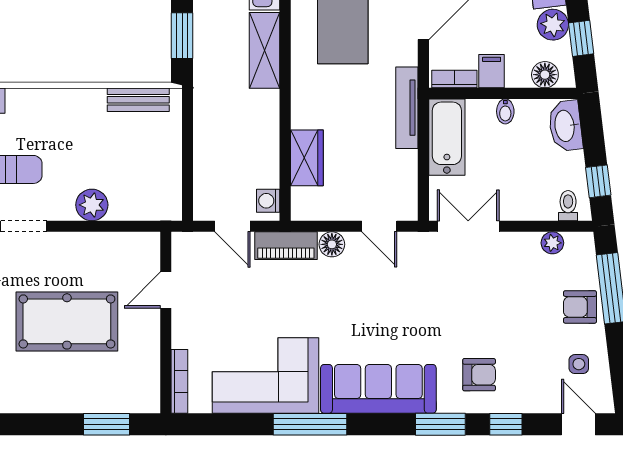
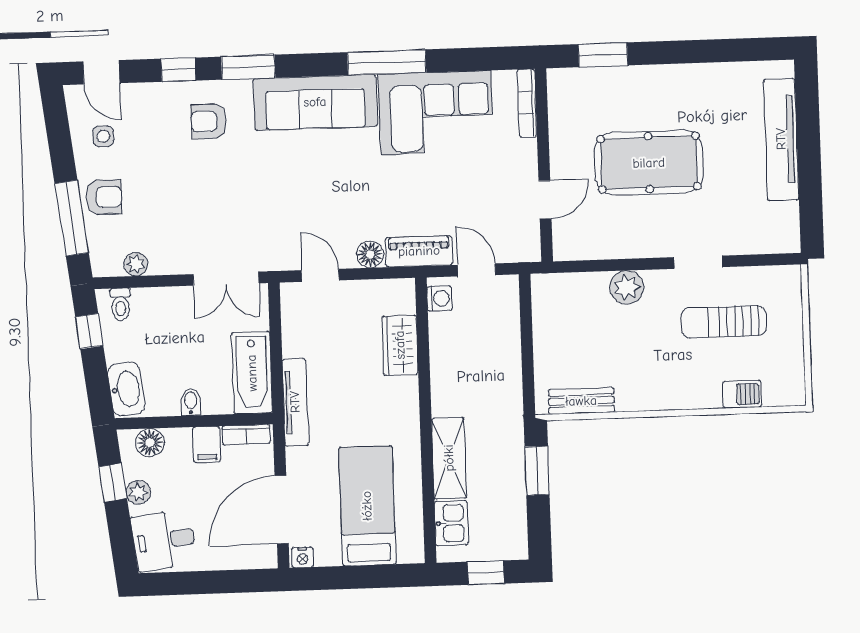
plant: (553, 25) -> (138, 492), width x0.73, depth x0.73

